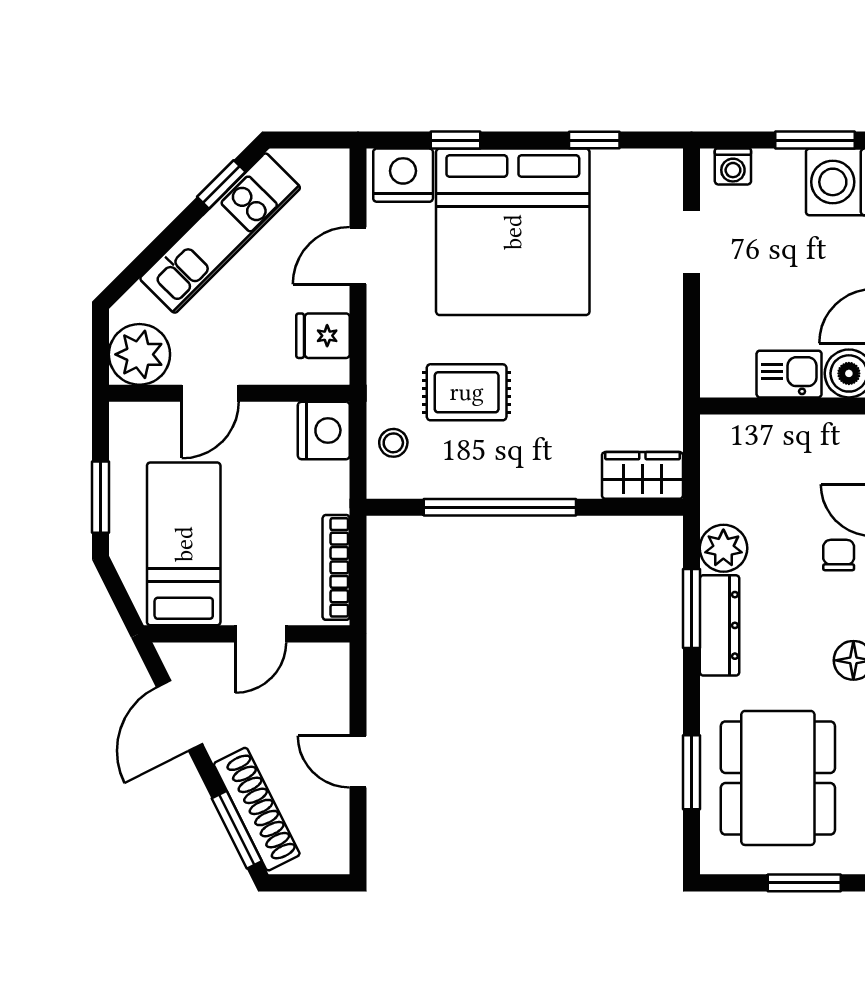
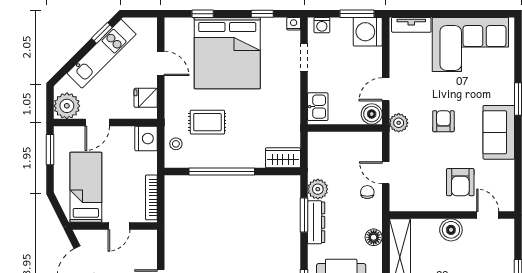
nightstand: (403, 175) -> (294, 24), moved, width x0.53, depth x0.56
door: (358, 256) -> (161, 63), swing flipped
kitchen sink: (789, 374) -> (318, 107), moved, turned 90
window: (101, 497) -> (50, 150), moved

